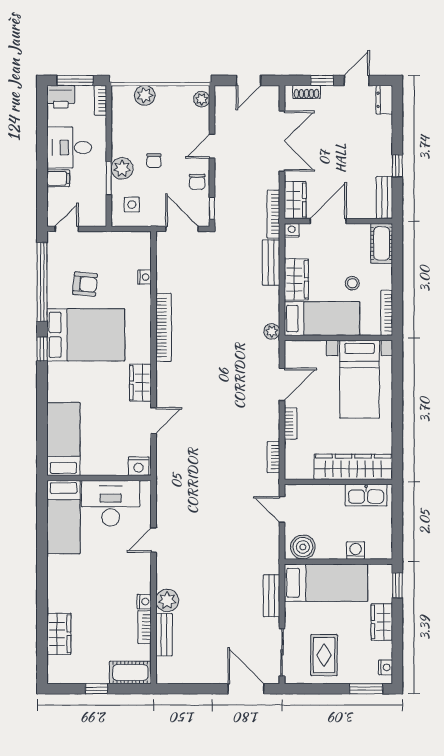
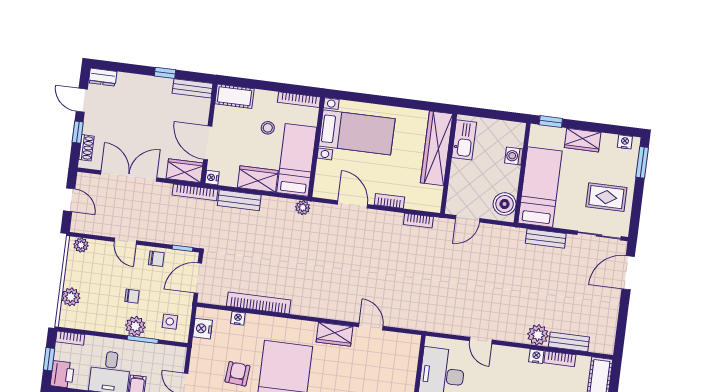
window: (75, 80) -> (49, 359), width x0.67
bookcase: (164, 327) -> (259, 303), moved
nightstand: (139, 466) -> (203, 329), moved, turned 180

